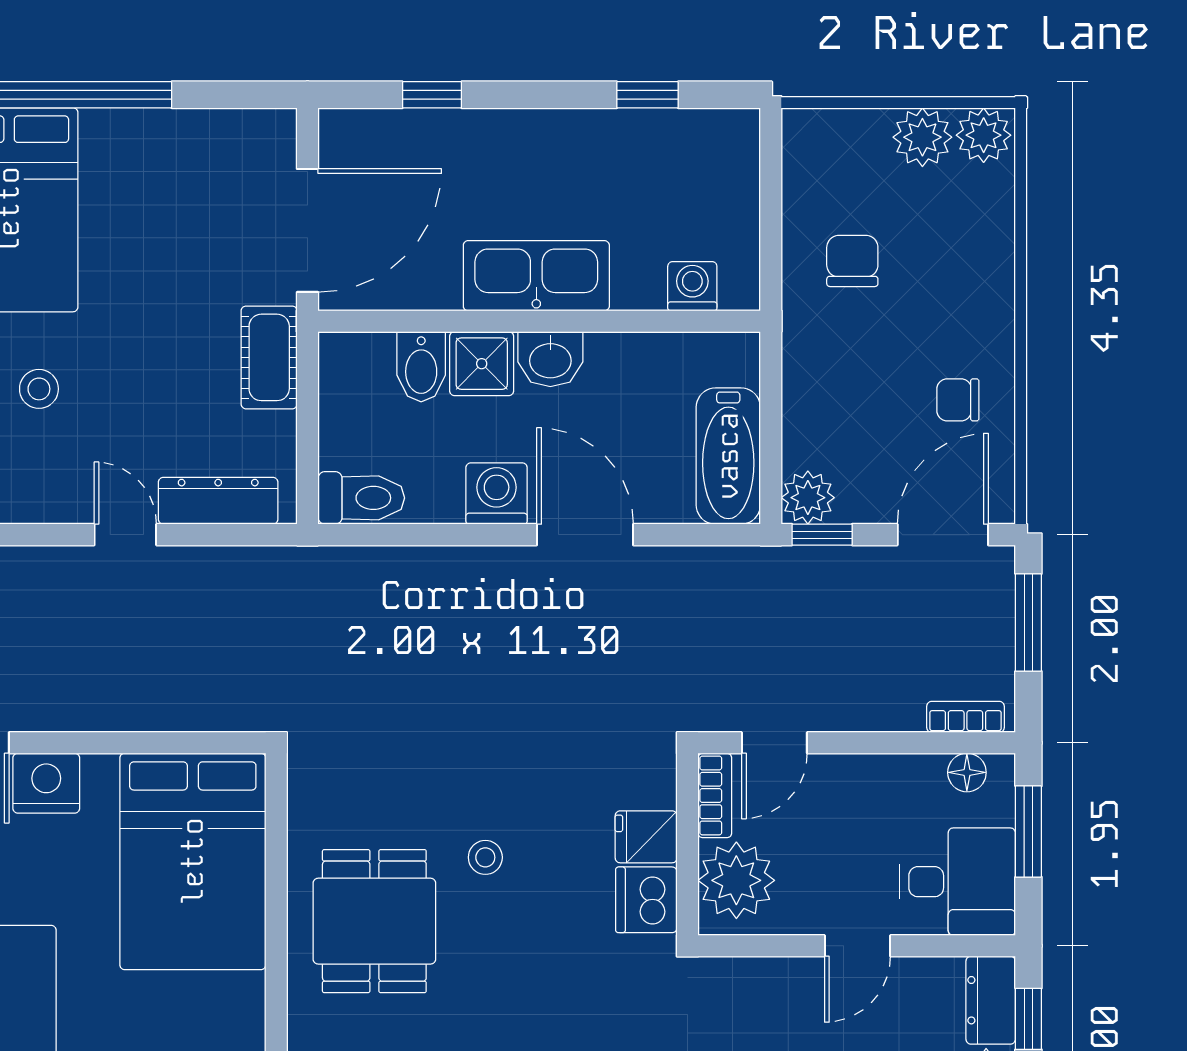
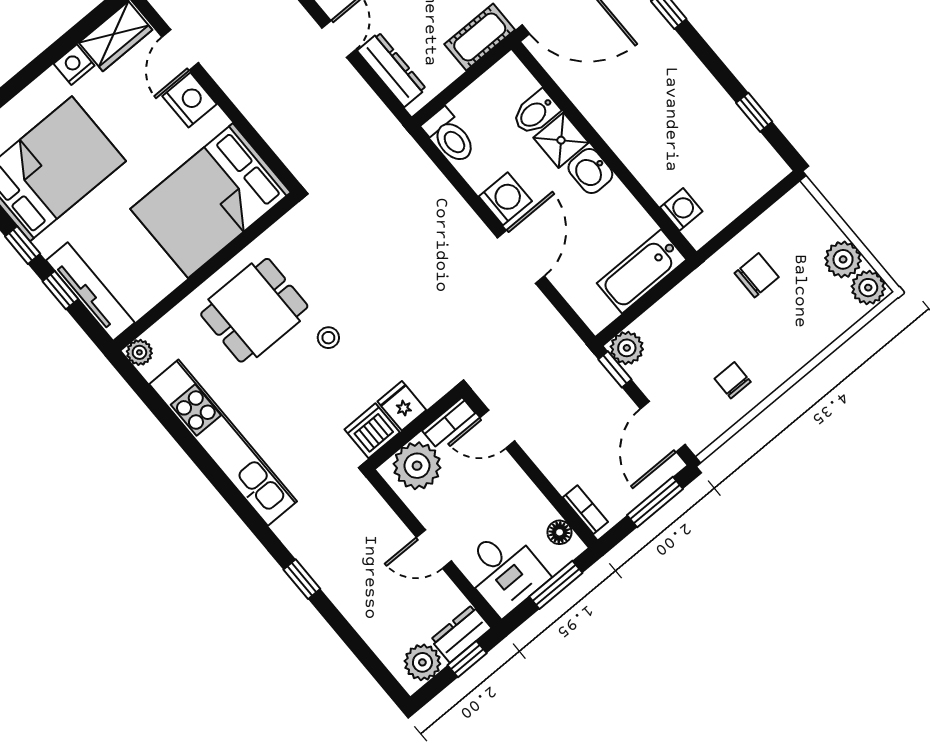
kitchen sink: (536, 276) -> (624, 131), removed
bathtub: (728, 456) -> (642, 271), moved
door: (943, 535) -> (663, 427), swing flipped

